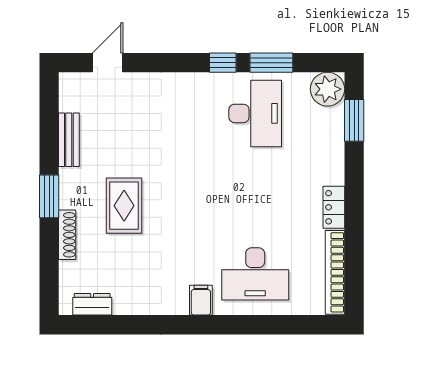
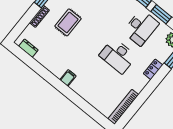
locker: (334, 207) -> (153, 69), moved
desk: (255, 274) -> (118, 56), moved

